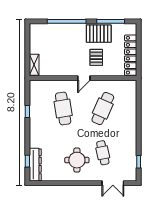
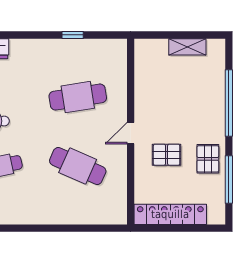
pallet: (99, 34) -> (208, 159), width x0.67, depth x0.71
shelving: (34, 65) -> (187, 47), moved
door: (84, 78) -> (131, 133), hinge flipped

